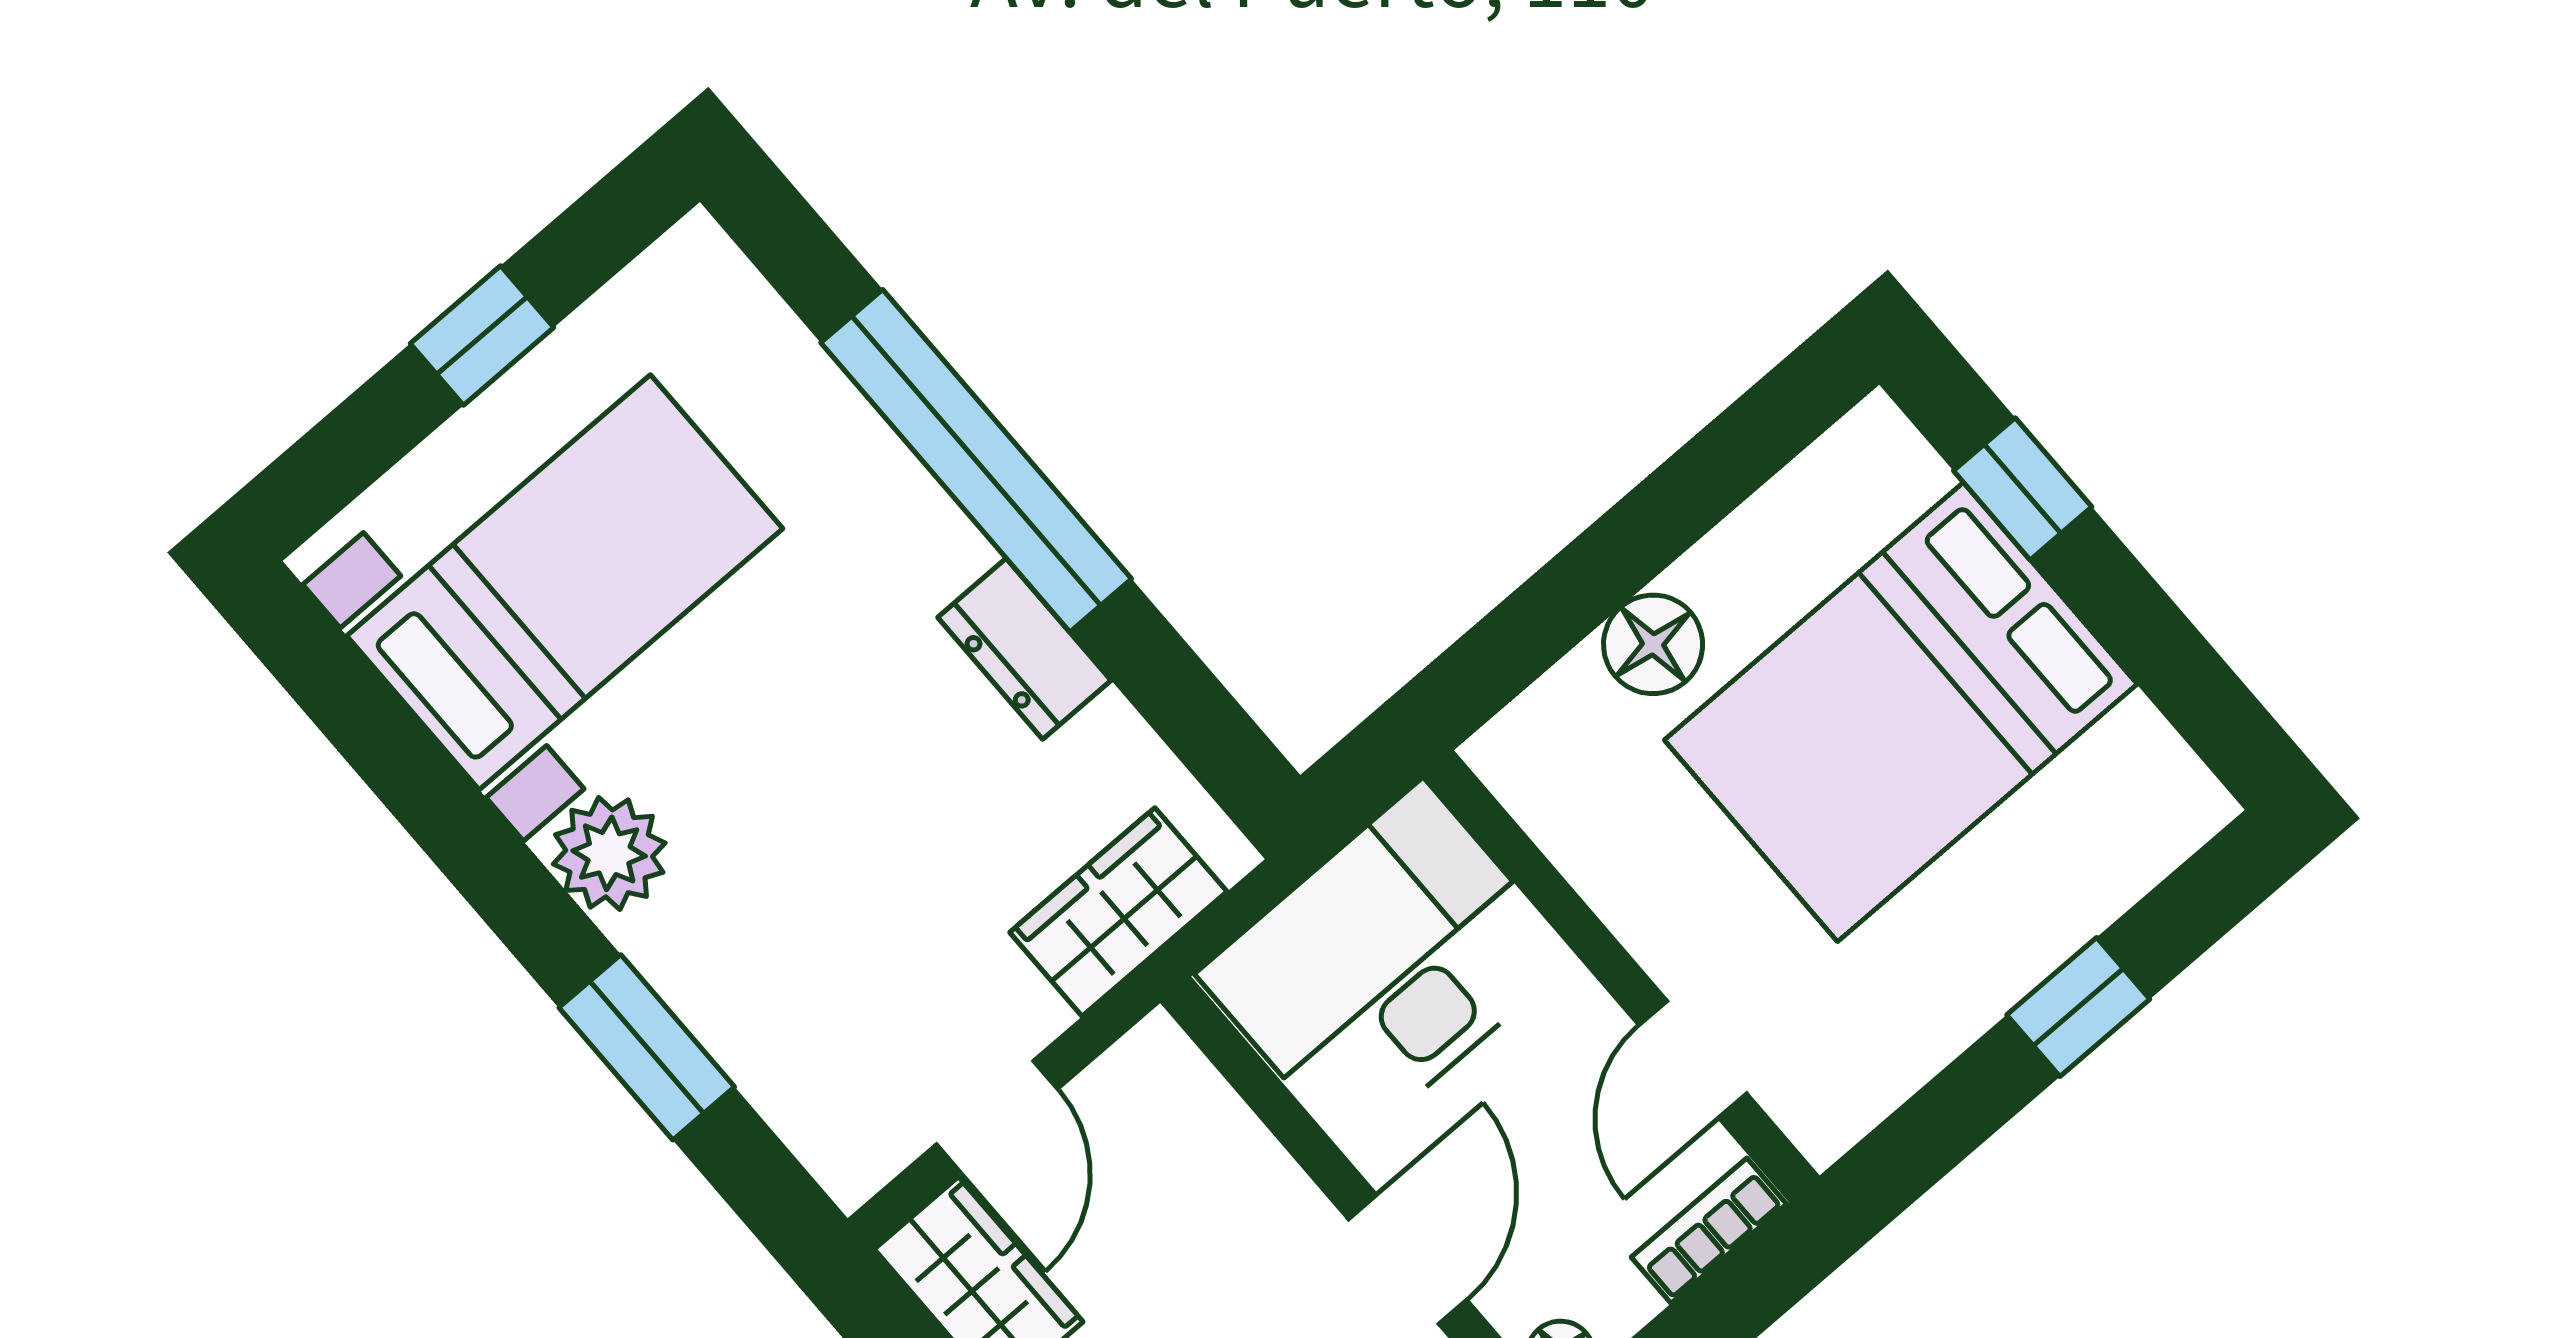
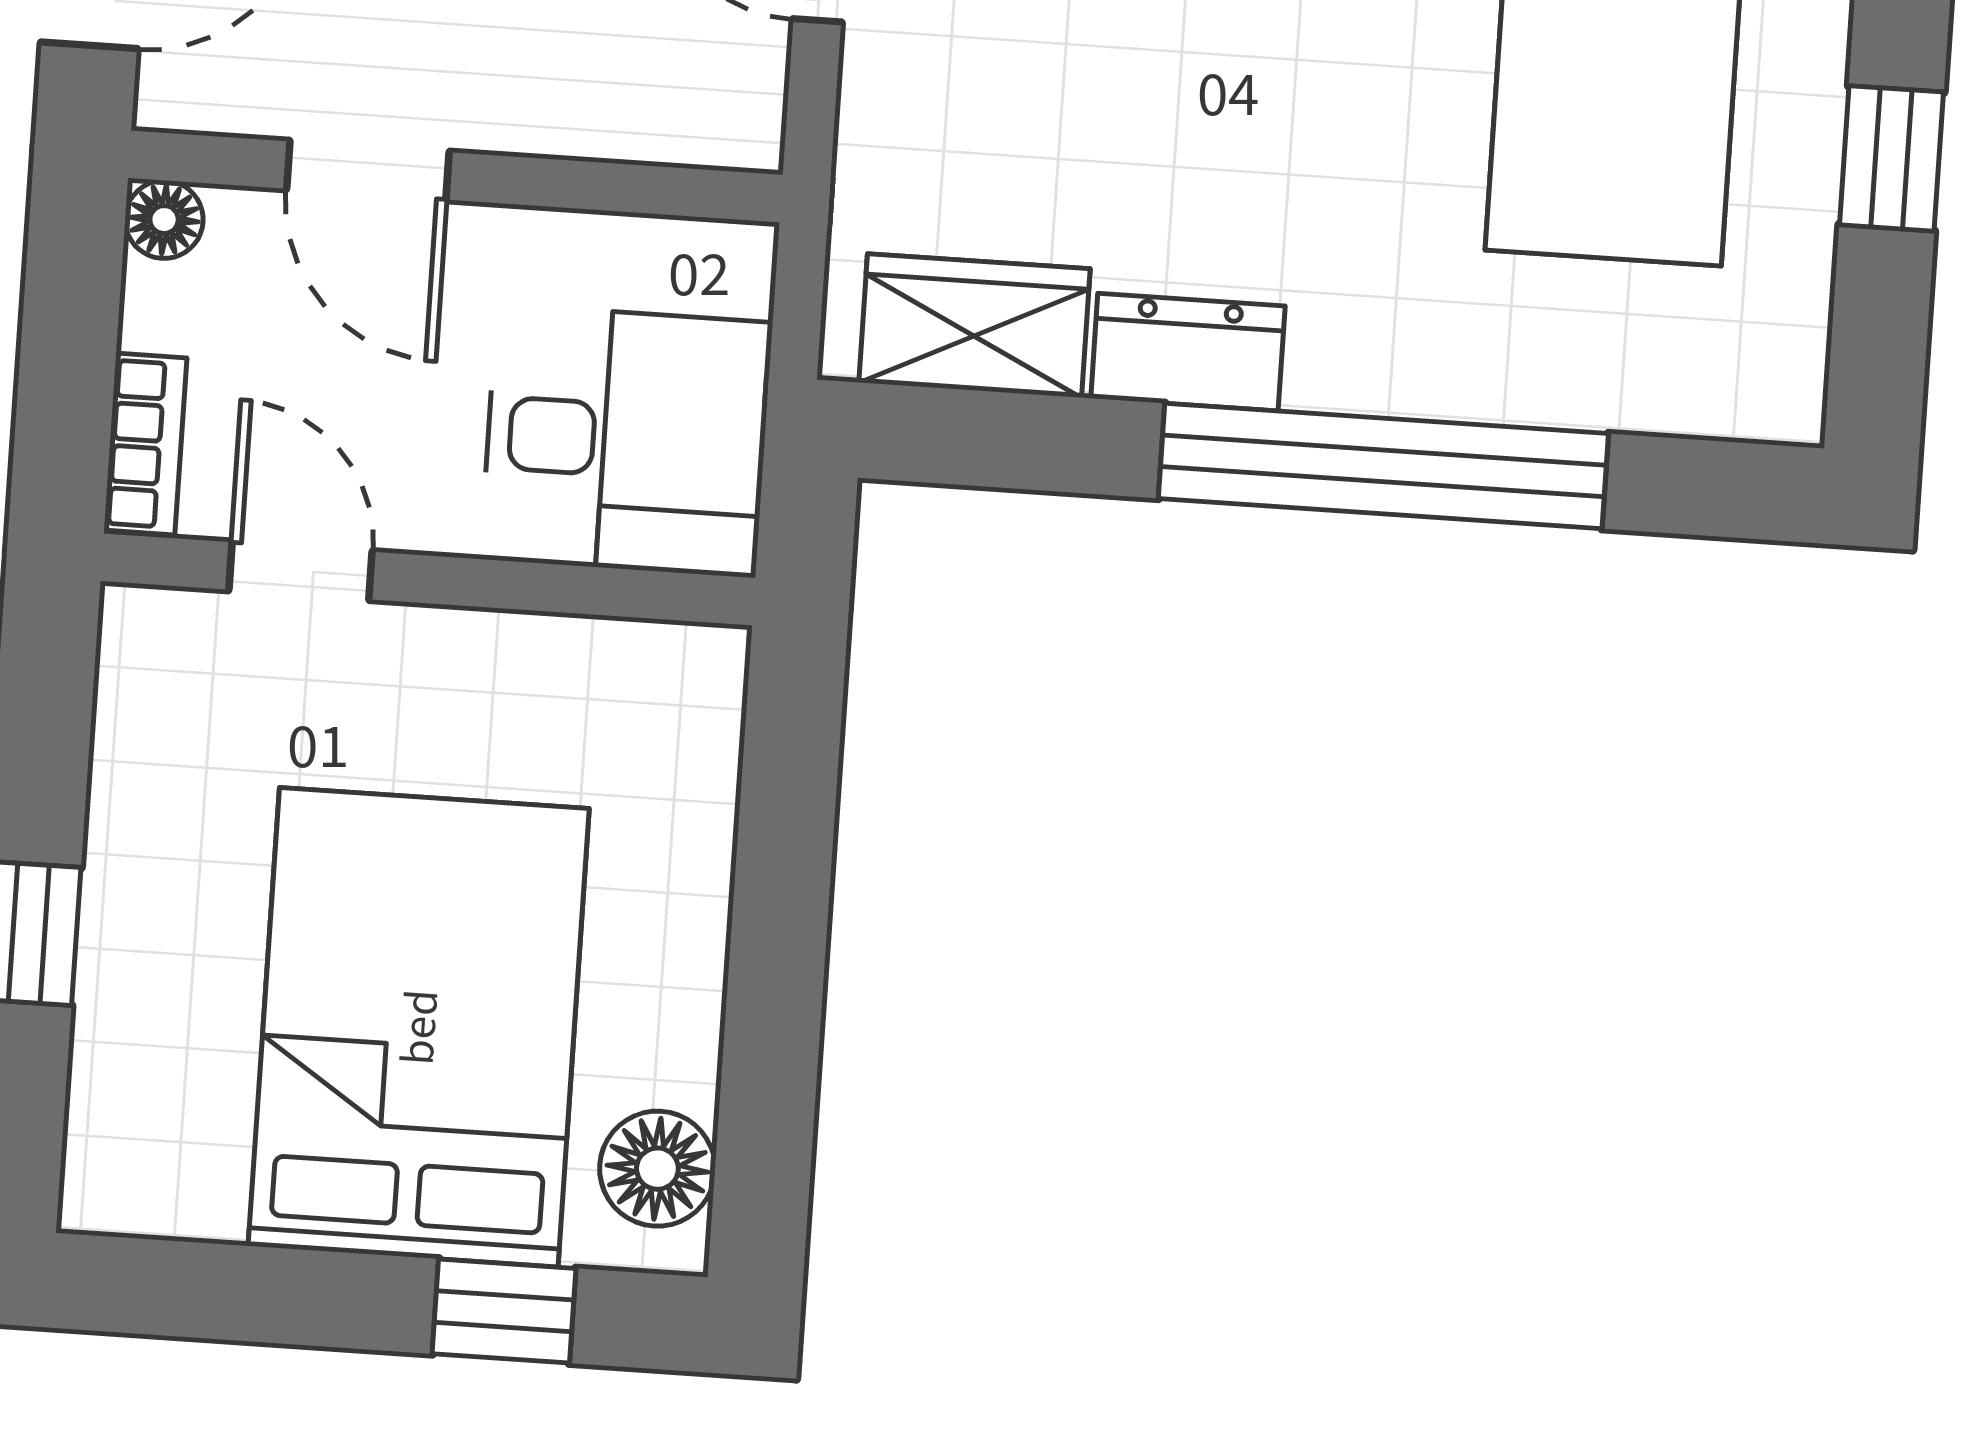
floor lamp: (1653, 644) -> (657, 1169), moved
wardrobe: (1118, 912) -> (974, 326), moved, turned -90
desk: (1386, 965) -> (626, 441), width x0.73

